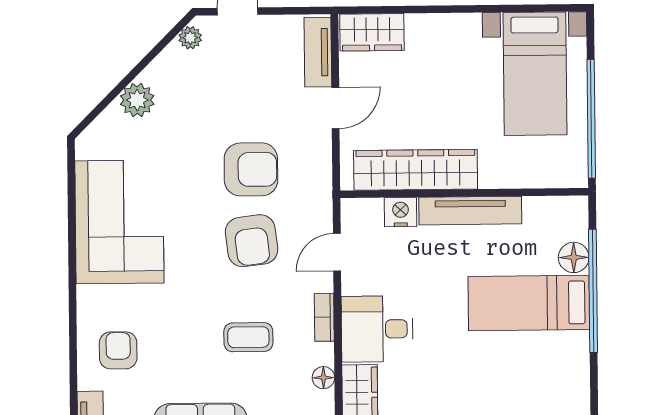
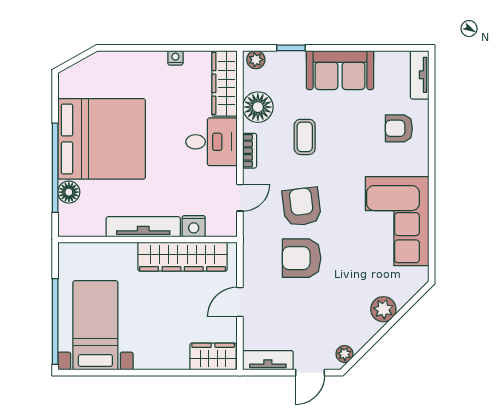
tv unit: (318, 52) -> (268, 360), moved, turned -90
window: (591, 119) -> (55, 322), moved
bed: (529, 303) -> (102, 139), width x2.04
coffee table: (248, 337) -> (305, 137), turned 90
armchair: (118, 350) -> (399, 128), turned 90
floor lamp: (323, 378) -> (258, 107), width x1.89, depth x1.89

